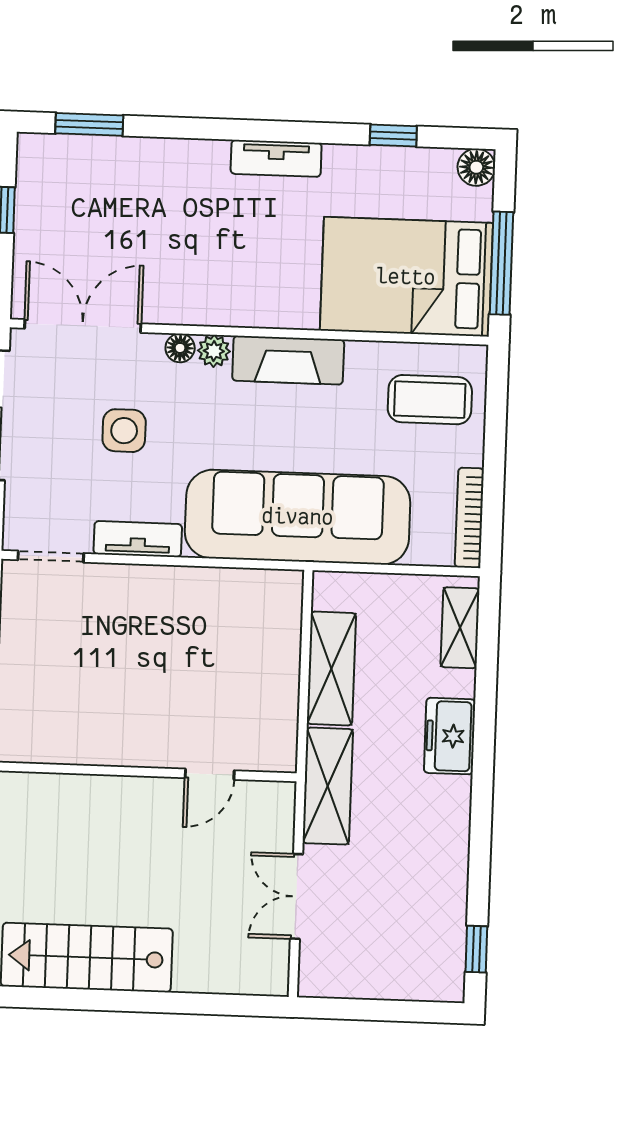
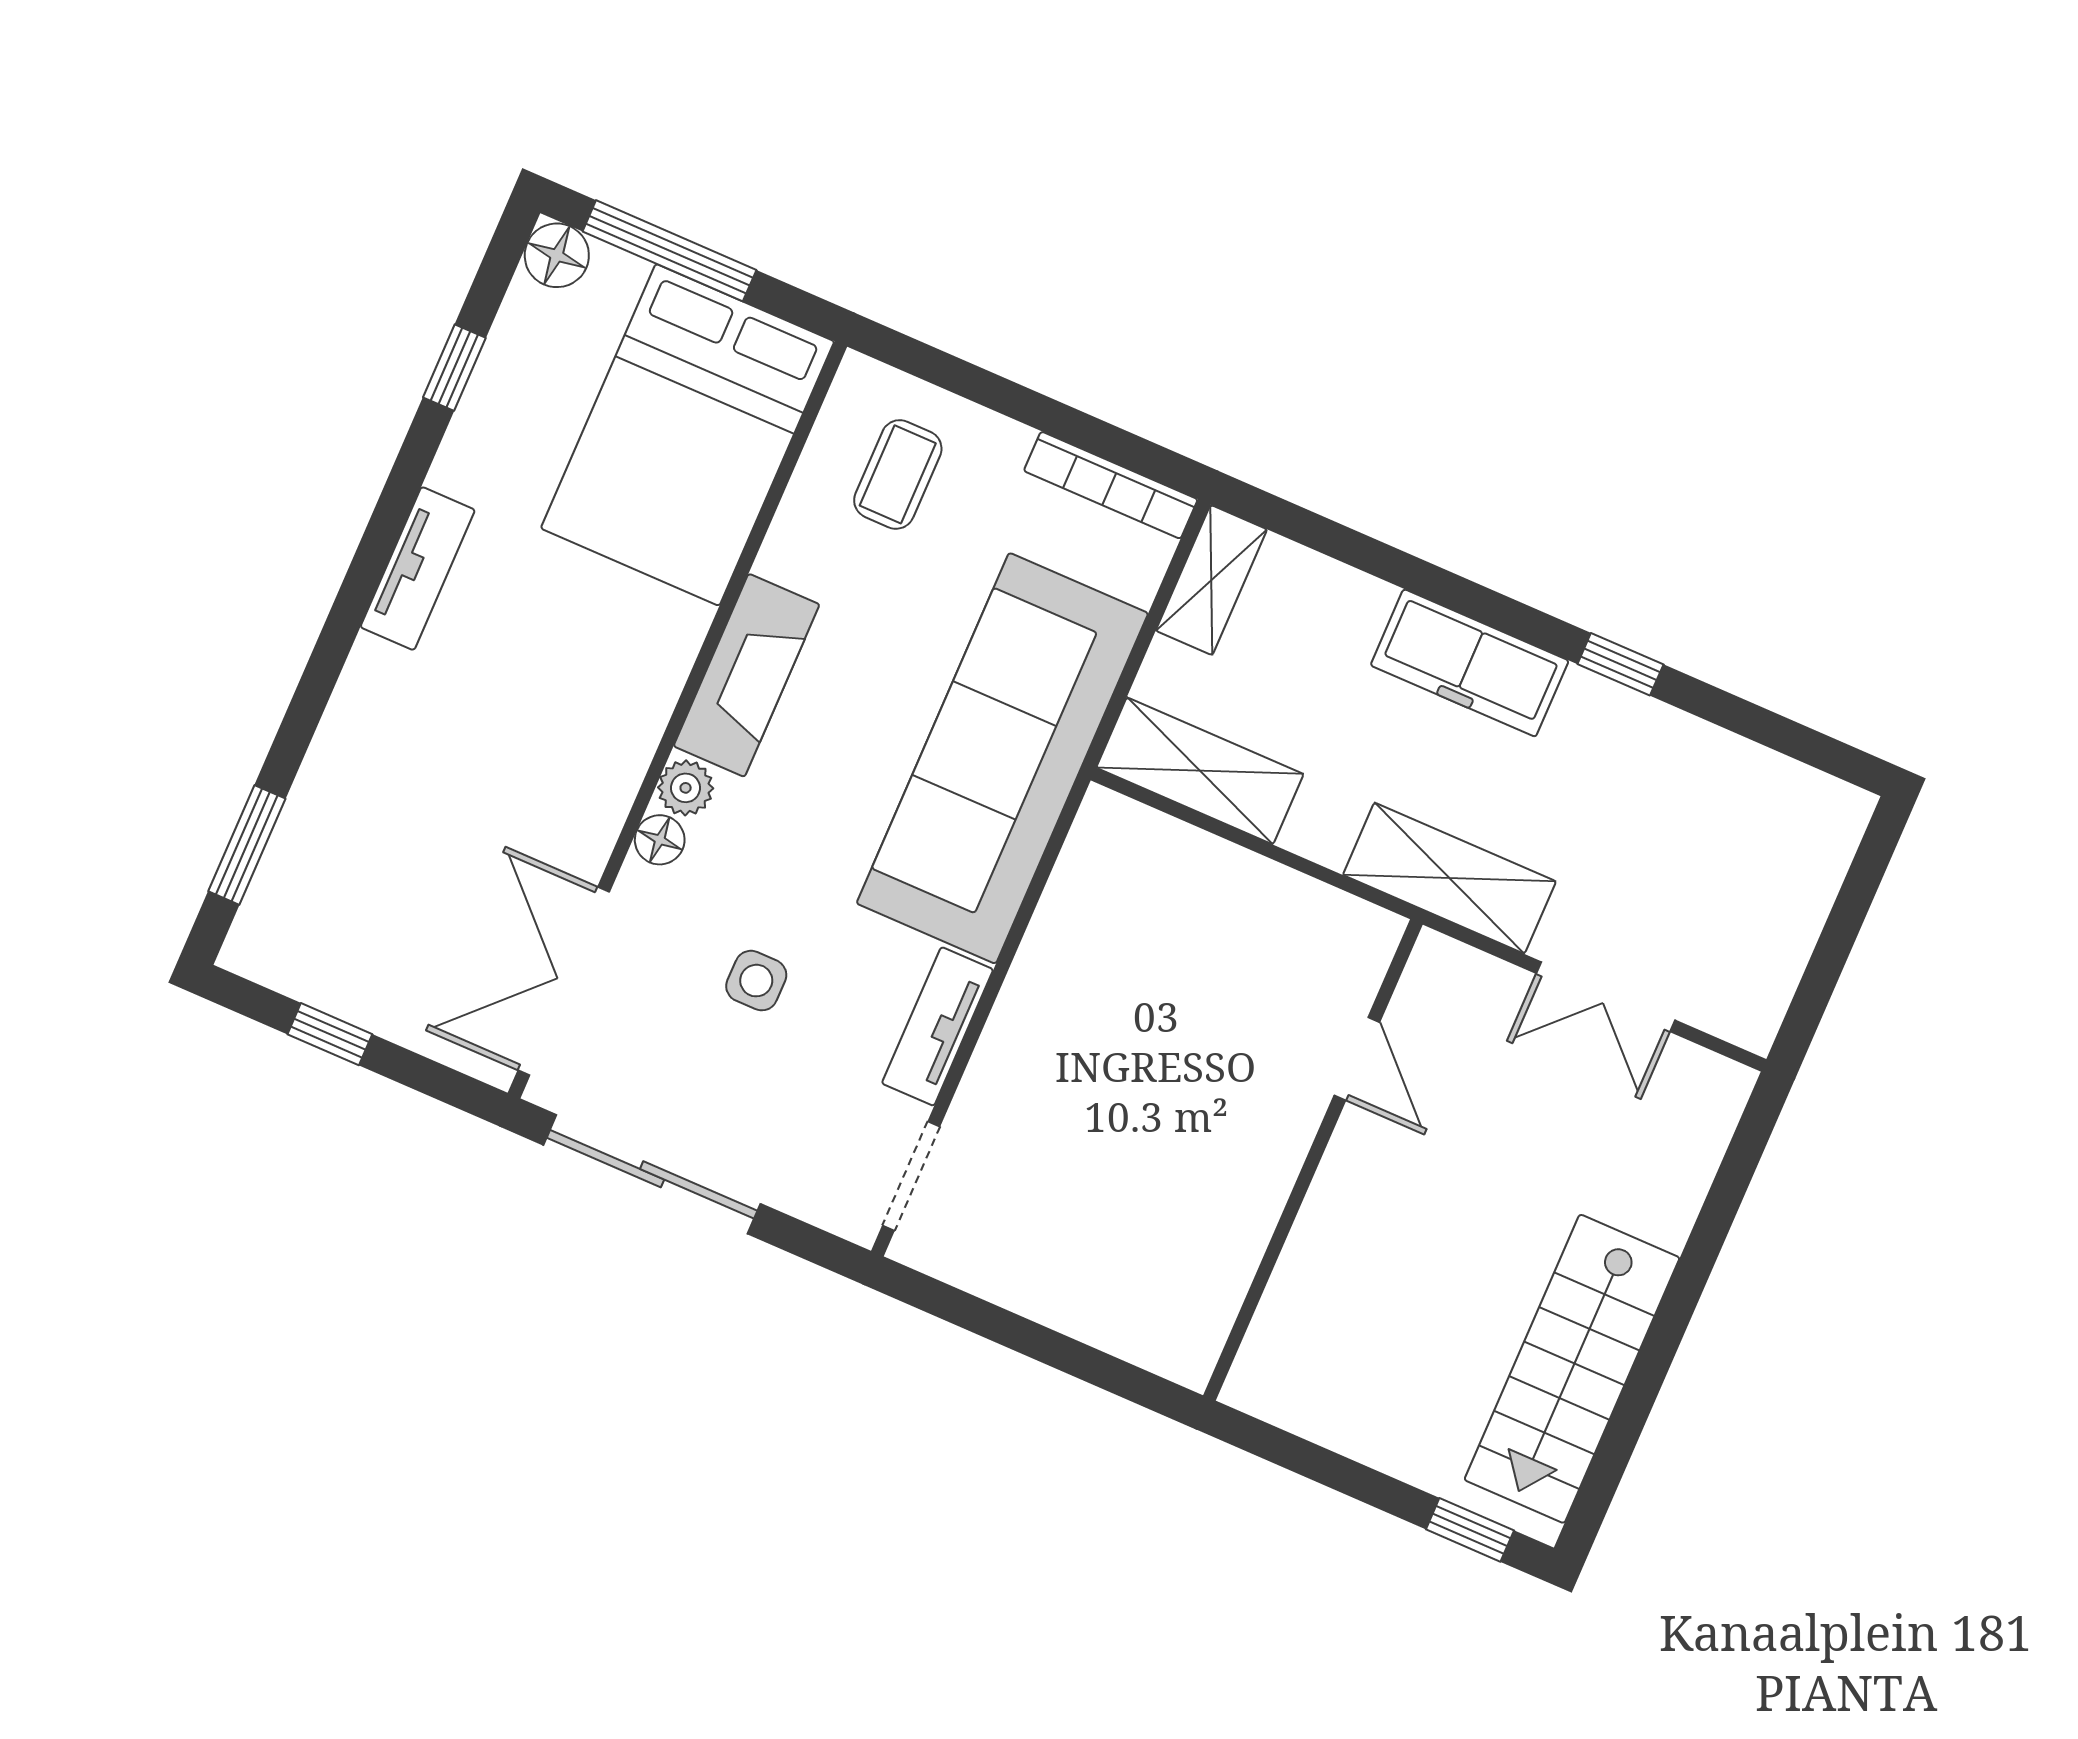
window: (502, 263) -> (669, 251), moved
coffee table: (430, 400) -> (898, 474), width x0.73, depth x0.77
side table: (124, 431) -> (756, 981), width x0.73, depth x0.73
shelving: (460, 628) -> (1211, 580), moved, turned 90
shelving: (331, 669) -> (1200, 771), moved
freezer: (450, 736) -> (1470, 663), width x1.40
window: (476, 949) -> (1620, 664), moved

